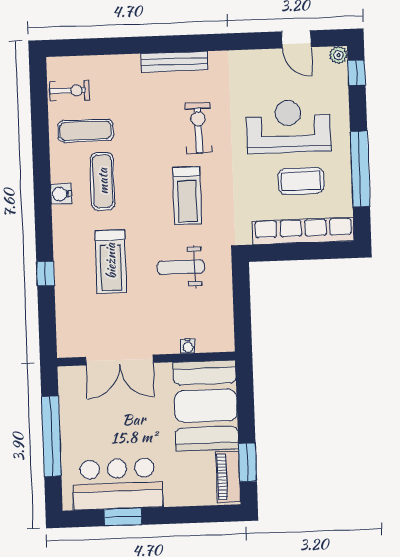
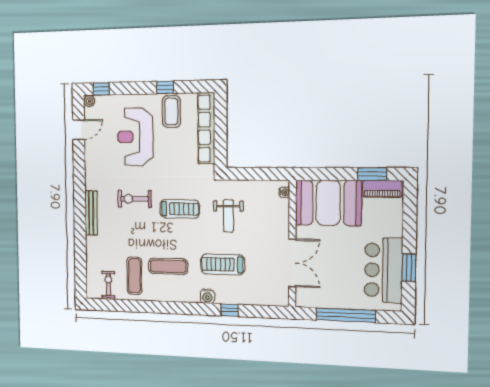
window: (360, 169) -> (165, 87), width x0.32
coffee table: (301, 181) -> (171, 111), moved
water cooler: (61, 194) -> (207, 296), moved
treadmill: (111, 261) -> (223, 264), turned 180
water cooler: (188, 346) -> (284, 192), moved

